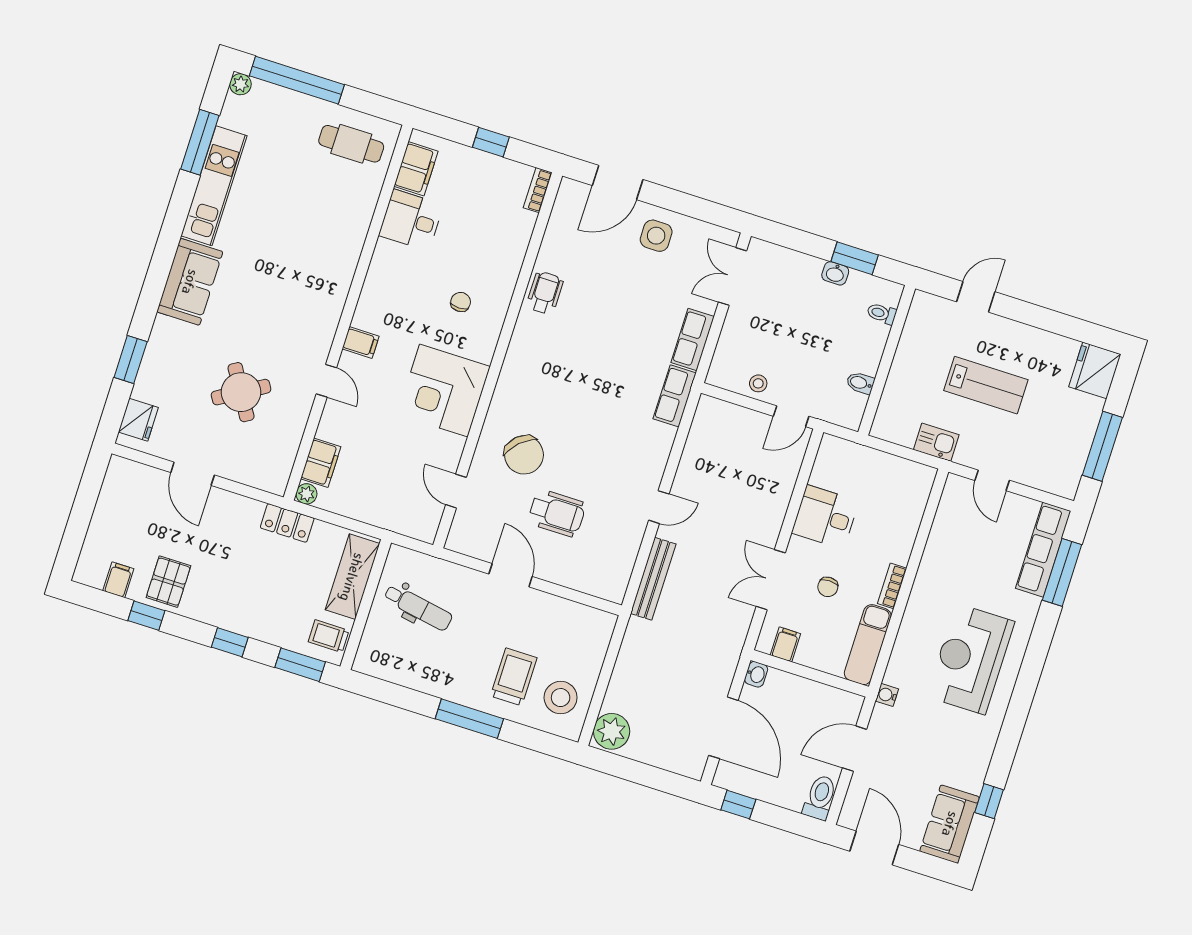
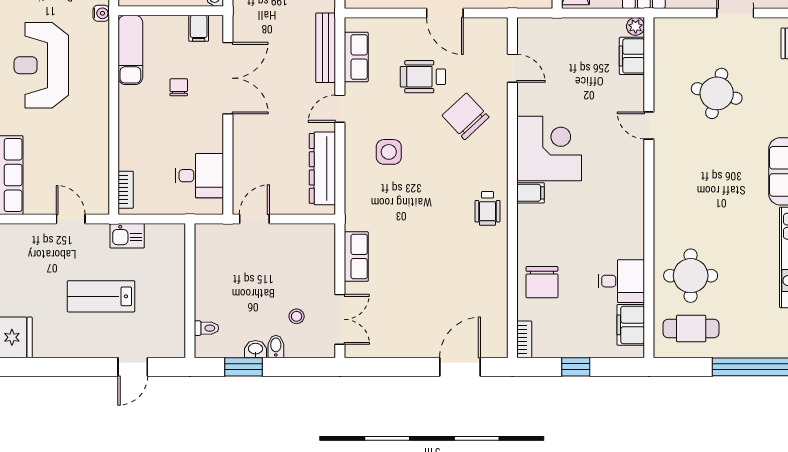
round table: (333, 202) -> (691, 276), added
side table: (656, 236) -> (389, 152), moved
wheelchair: (545, 293) -> (487, 208), moved
chair: (461, 302) -> (542, 282), moved, width x1.87, depth x1.87
filing cabinet: (361, 342) -> (531, 193), moved, turned 180
stool: (758, 383) -> (297, 316), moved
bidet: (860, 383) -> (276, 346), moved, turned -90
round table: (241, 392) -> (717, 93), turned 45
row of seats: (675, 396) -> (356, 57), moved
dresser: (699, 448) -> (322, 168), added
desk: (825, 517) -> (199, 176), moved
double door: (771, 580) -> (228, 78), width x1.37
bookcase: (892, 586) -> (126, 190), moved
reception desk: (971, 659) -> (41, 65), turned 180

